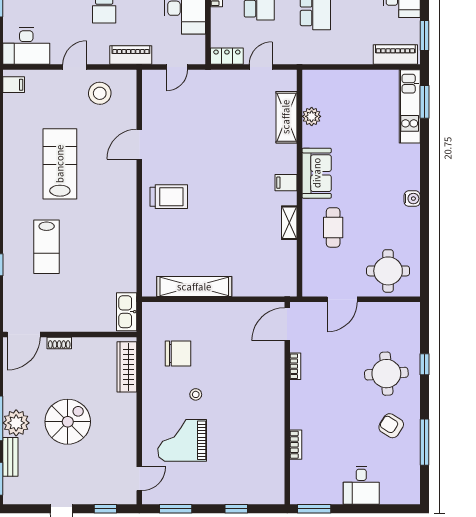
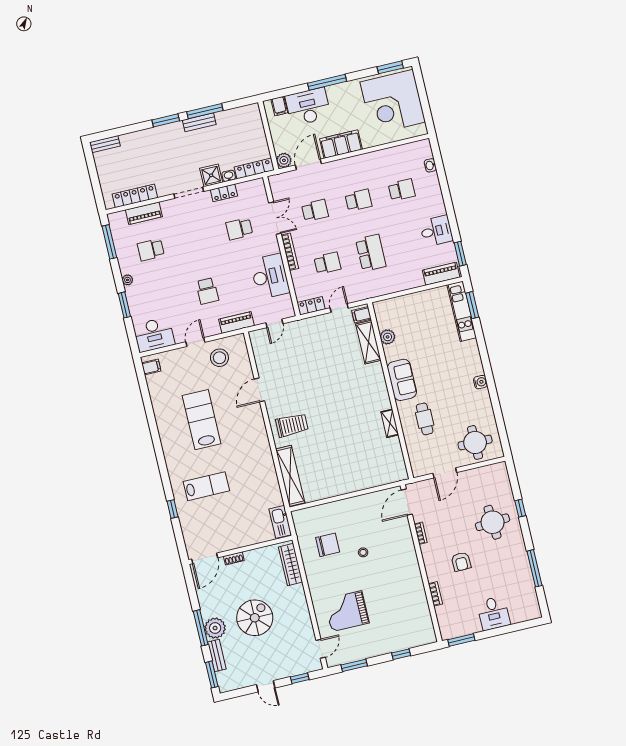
filing cabinet: (286, 183) -> (361, 315), moved
lab bench: (47, 247) -> (206, 486), turned -90
shelving: (194, 287) -> (290, 476), moved, turned 90
stool: (196, 394) -> (363, 552), moved
armchair: (391, 426) -> (461, 562), moved, turned -123

